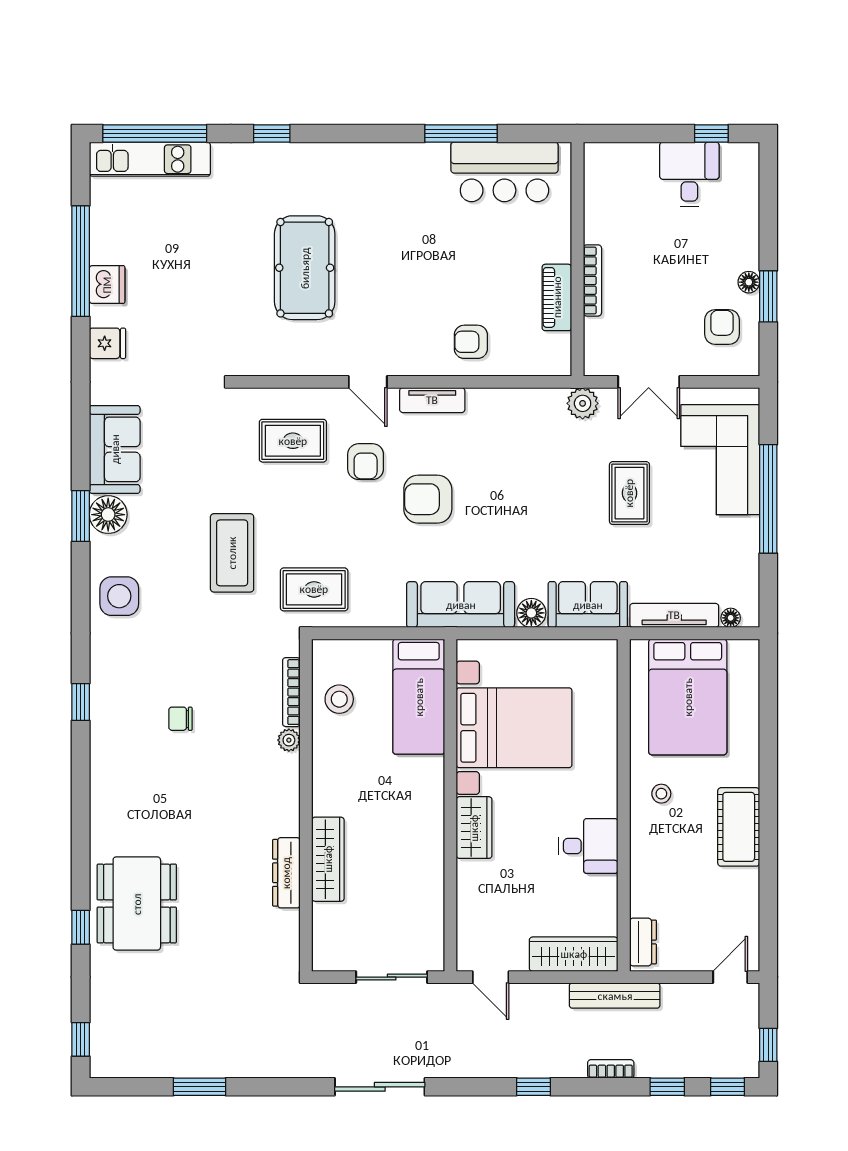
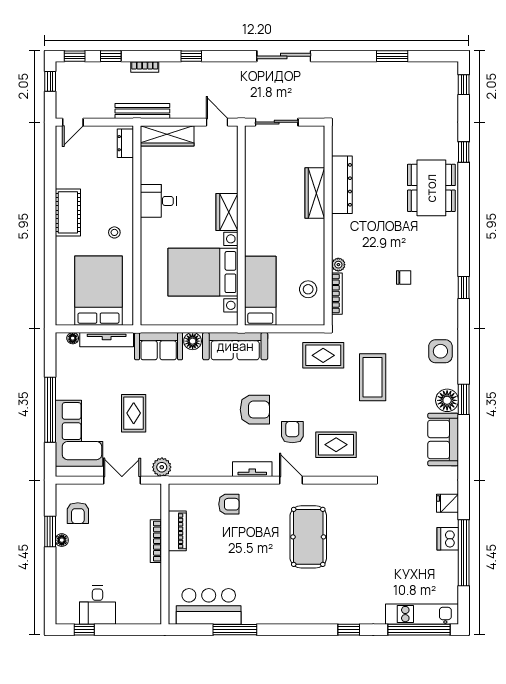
pool table: (305, 268) -> (308, 537), moved
dresser: (286, 873) -> (342, 185), width x1.37, depth x1.24
dining table: (137, 904) -> (431, 188), moved

